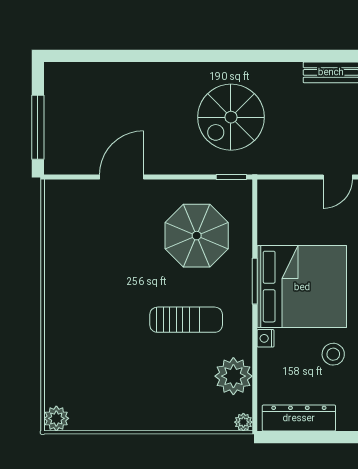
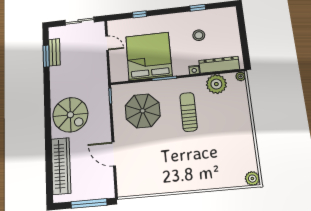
window: (325, 56) -> (46, 56), added
wardrobe: (109, 78) -> (61, 166), added
spiral stairs: (231, 117) -> (70, 115), moved
bed: (302, 287) -> (149, 56), moved
dresser: (299, 418) -> (219, 65), moved, turned 90

